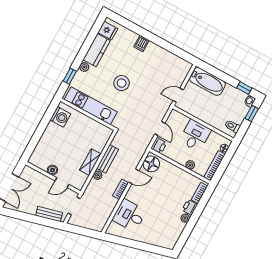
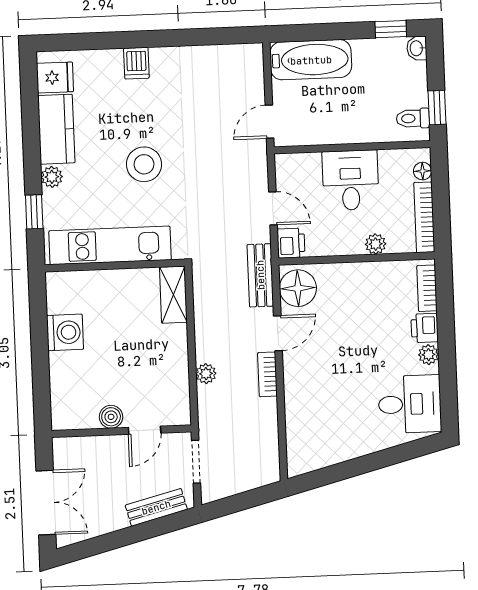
window: (252, 114) -> (437, 108), moved
washing machine: (60, 117) -> (65, 332), moved
bench: (108, 159) -> (260, 275), moved
shelving: (90, 162) -> (173, 295), moved
desk: (129, 215) -> (410, 404), moved, turned 180

